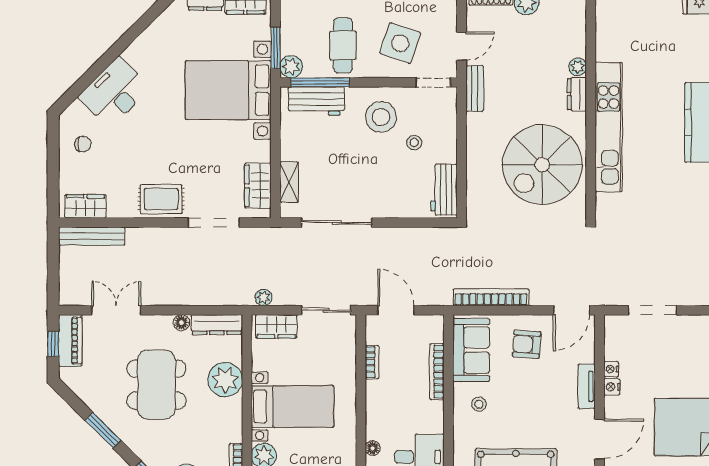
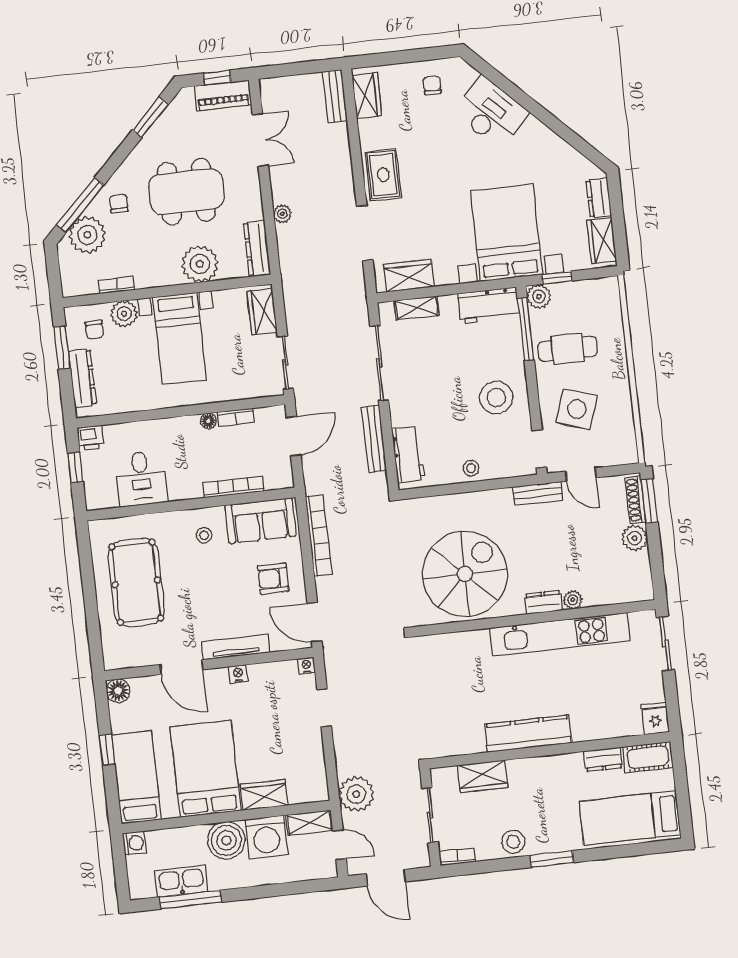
window: (275, 48) -> (557, 278), width x0.67
workbench: (316, 101) -> (489, 305), moved, turned -90
kitchen unit: (609, 127) -> (560, 634), moved
stool: (414, 143) -> (471, 468), moved
chair: (83, 144) -> (432, 85), turned 180
spiral stairs: (542, 165) -> (465, 574), turned 90
workbench: (444, 190) -> (408, 454), moved, turned 90
bench: (92, 236) -> (335, 96), width x0.73
bench: (407, 236) -> (374, 439), added
plant: (264, 297) -> (282, 214), moved
doorway: (652, 310) -> (324, 708), width x0.73
floor lamp: (181, 323) -> (255, 211), removed
armchair: (526, 344) -> (273, 579), turned -94
nightstand: (611, 369) -> (306, 666), moved
tv unit: (587, 386) -> (236, 647), width x1.41
window: (103, 430) -> (150, 117), moved
floor lamp: (373, 448) -> (208, 421), moved
chair: (160, 449) -> (119, 203), added

